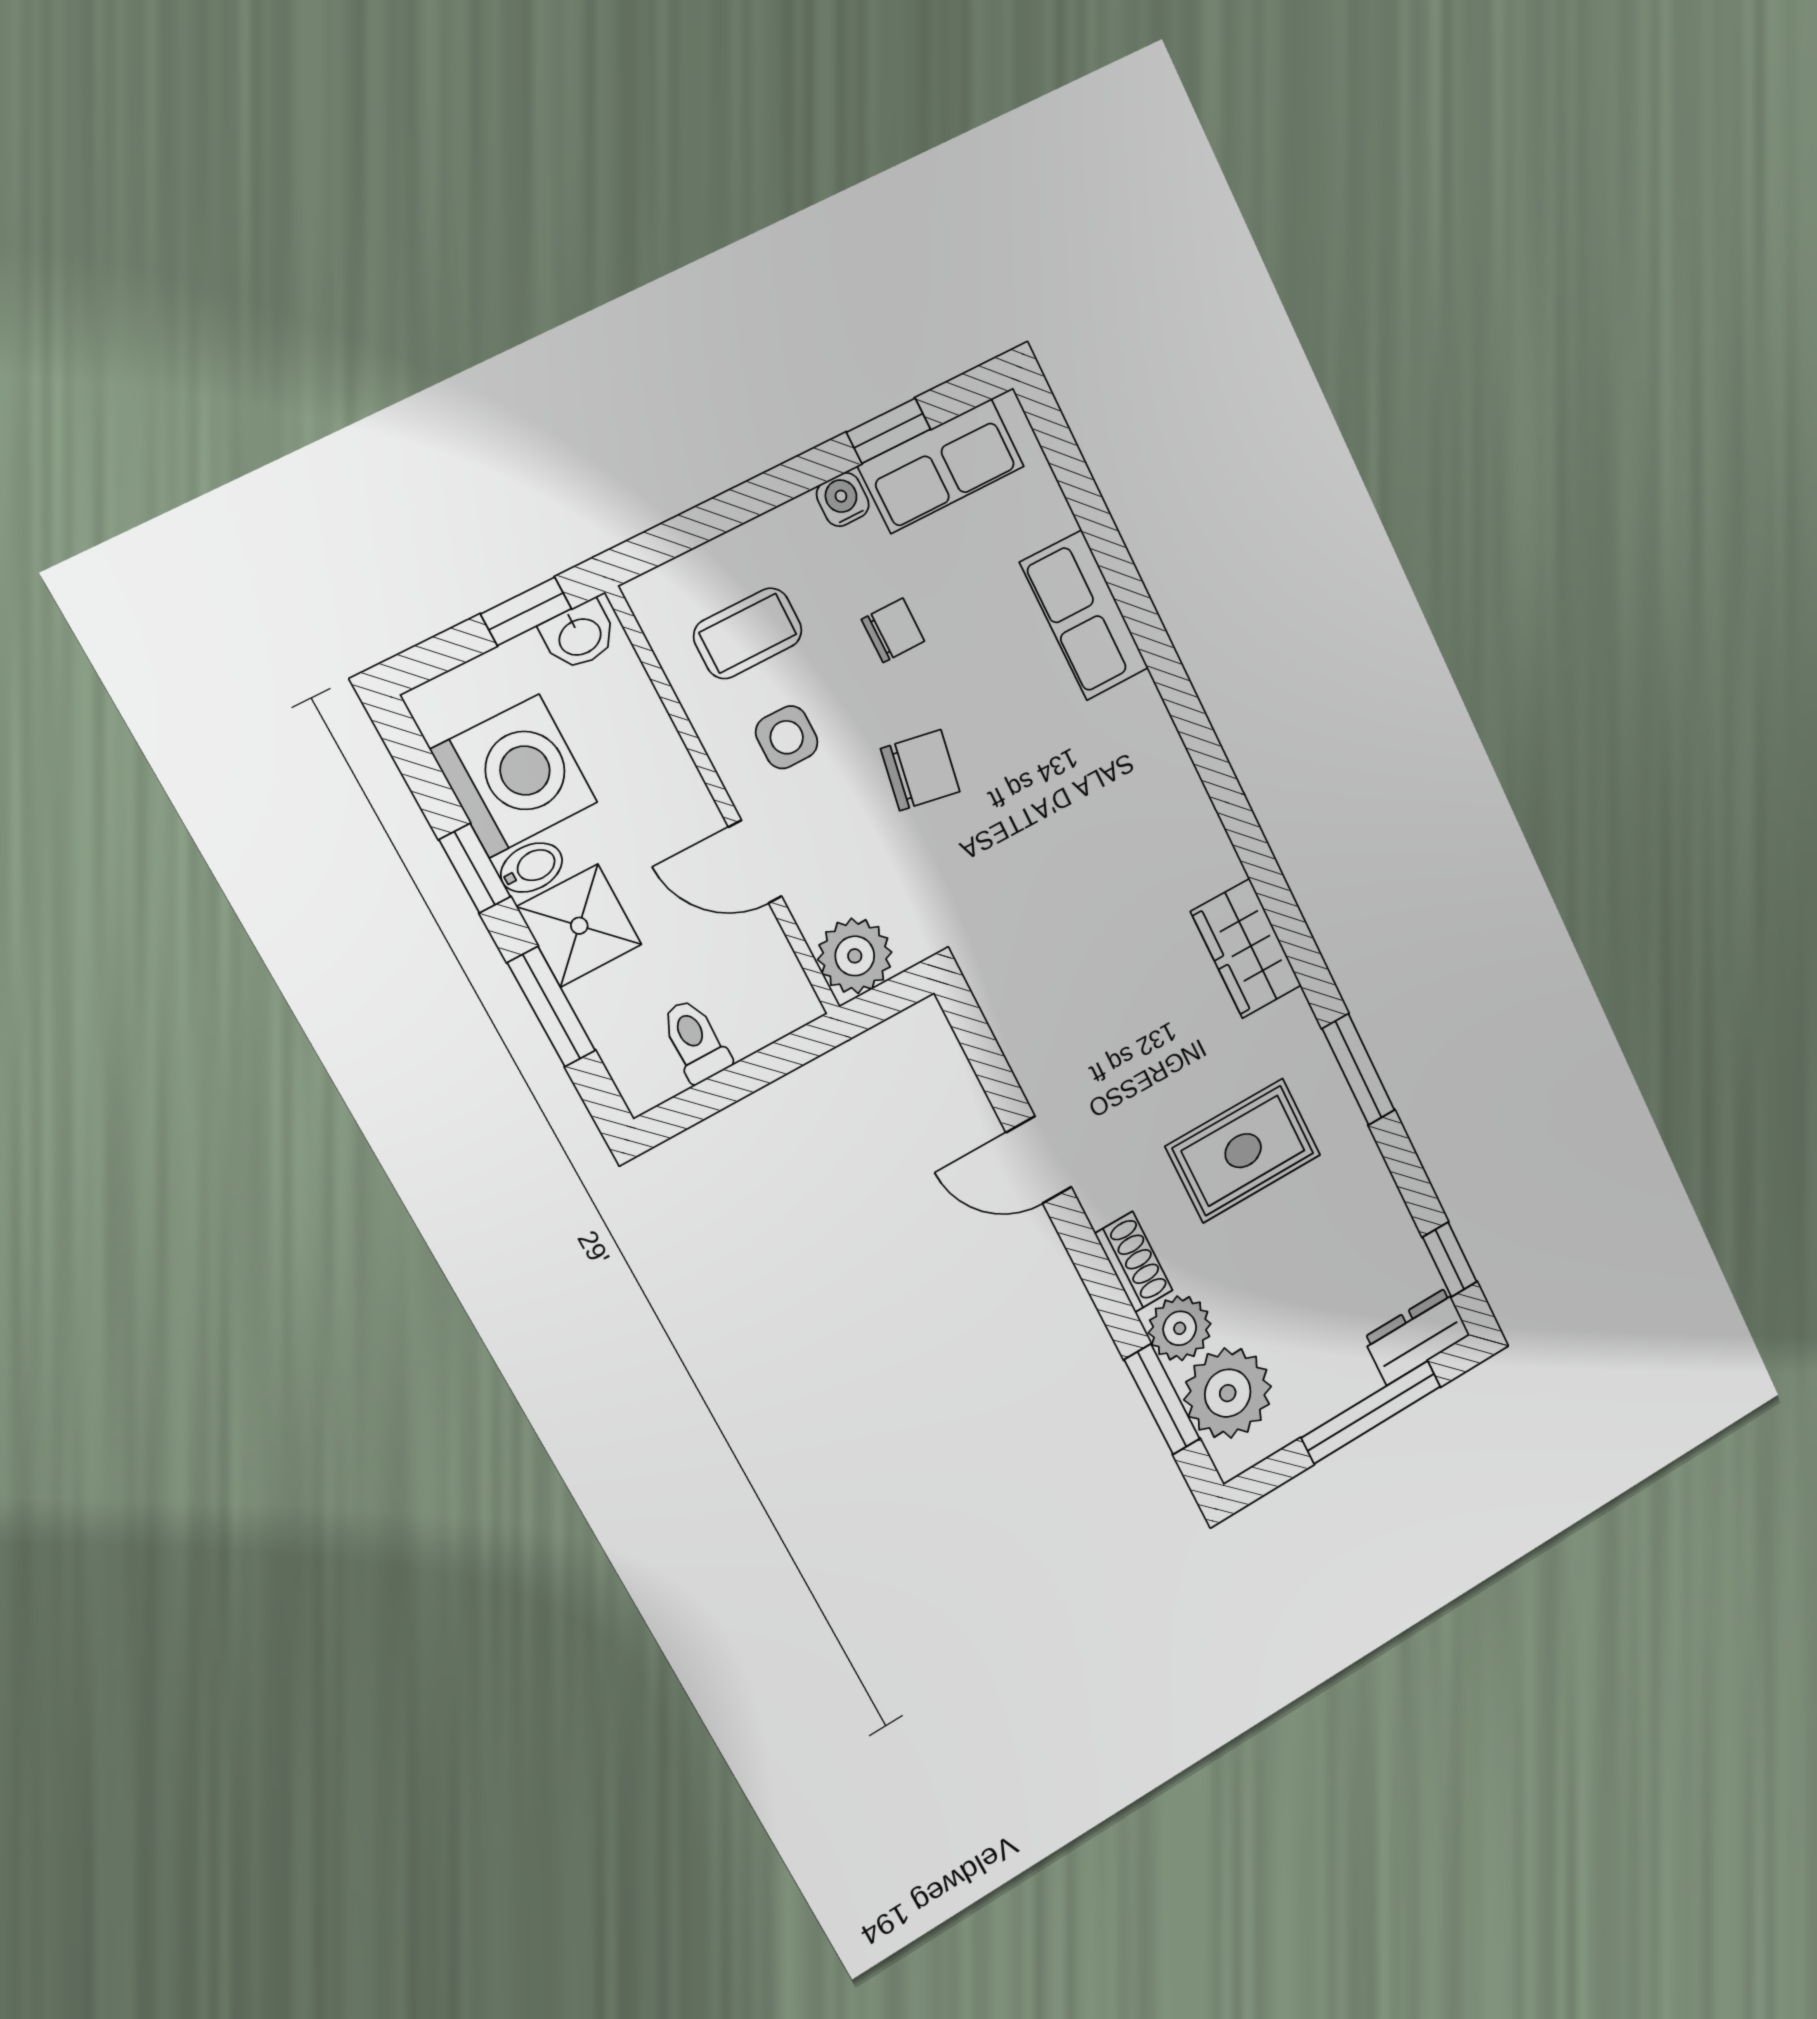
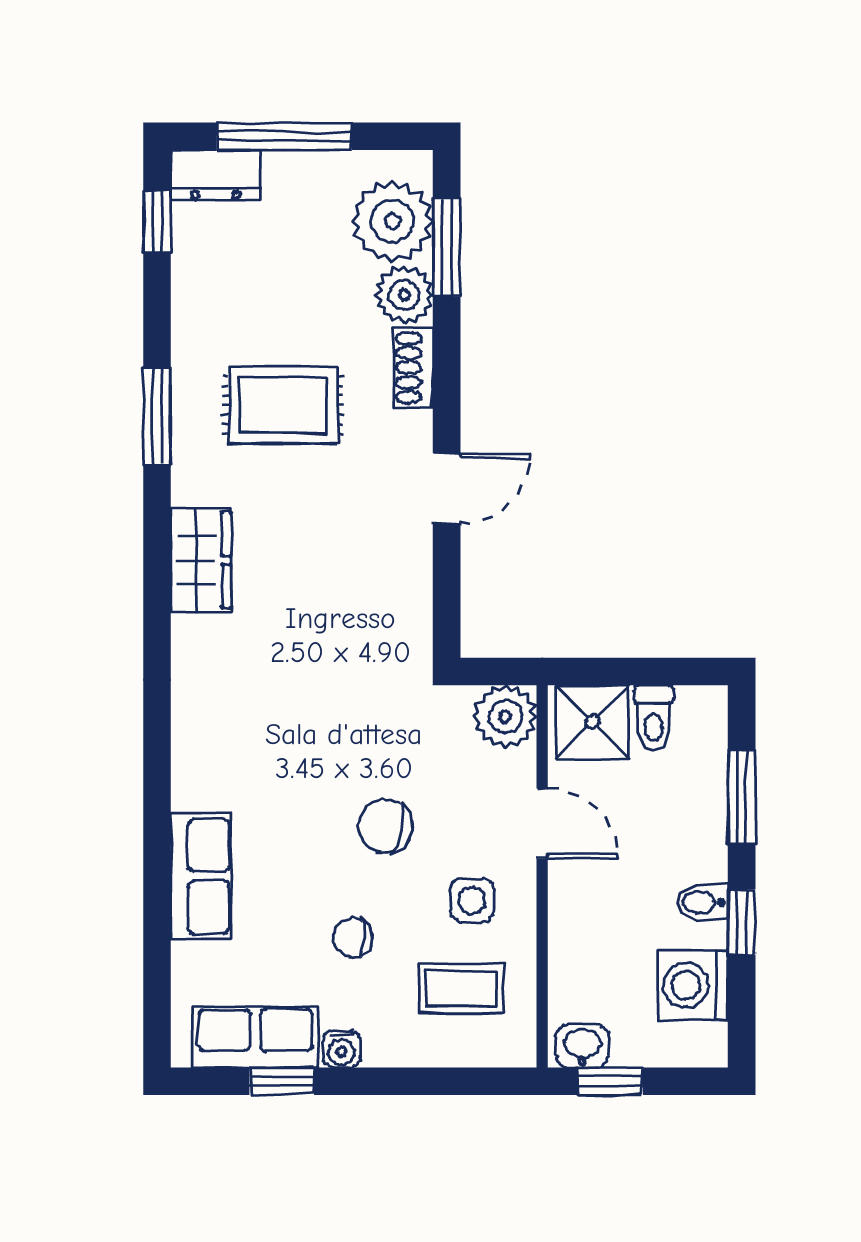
washing machine: (514, 776) -> (693, 985), width x0.73, depth x0.73
shower: (579, 926) -> (593, 722), moved
door: (1039, 1160) -> (447, 488), hinge flipped

